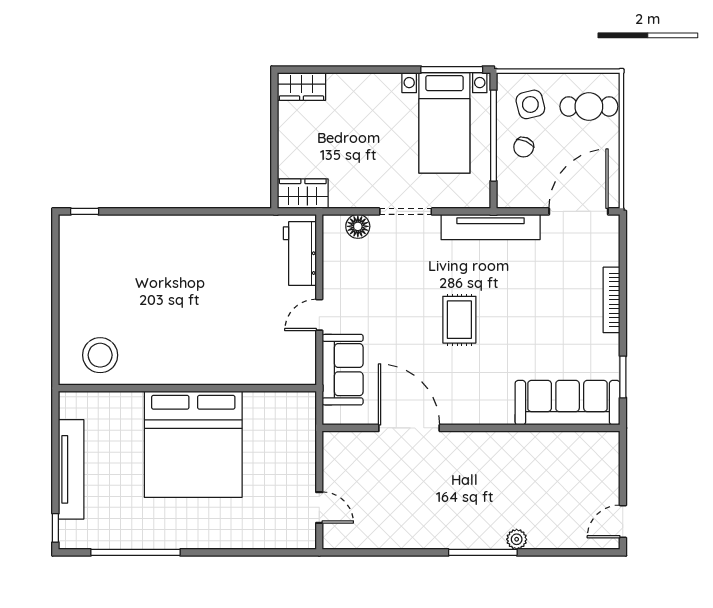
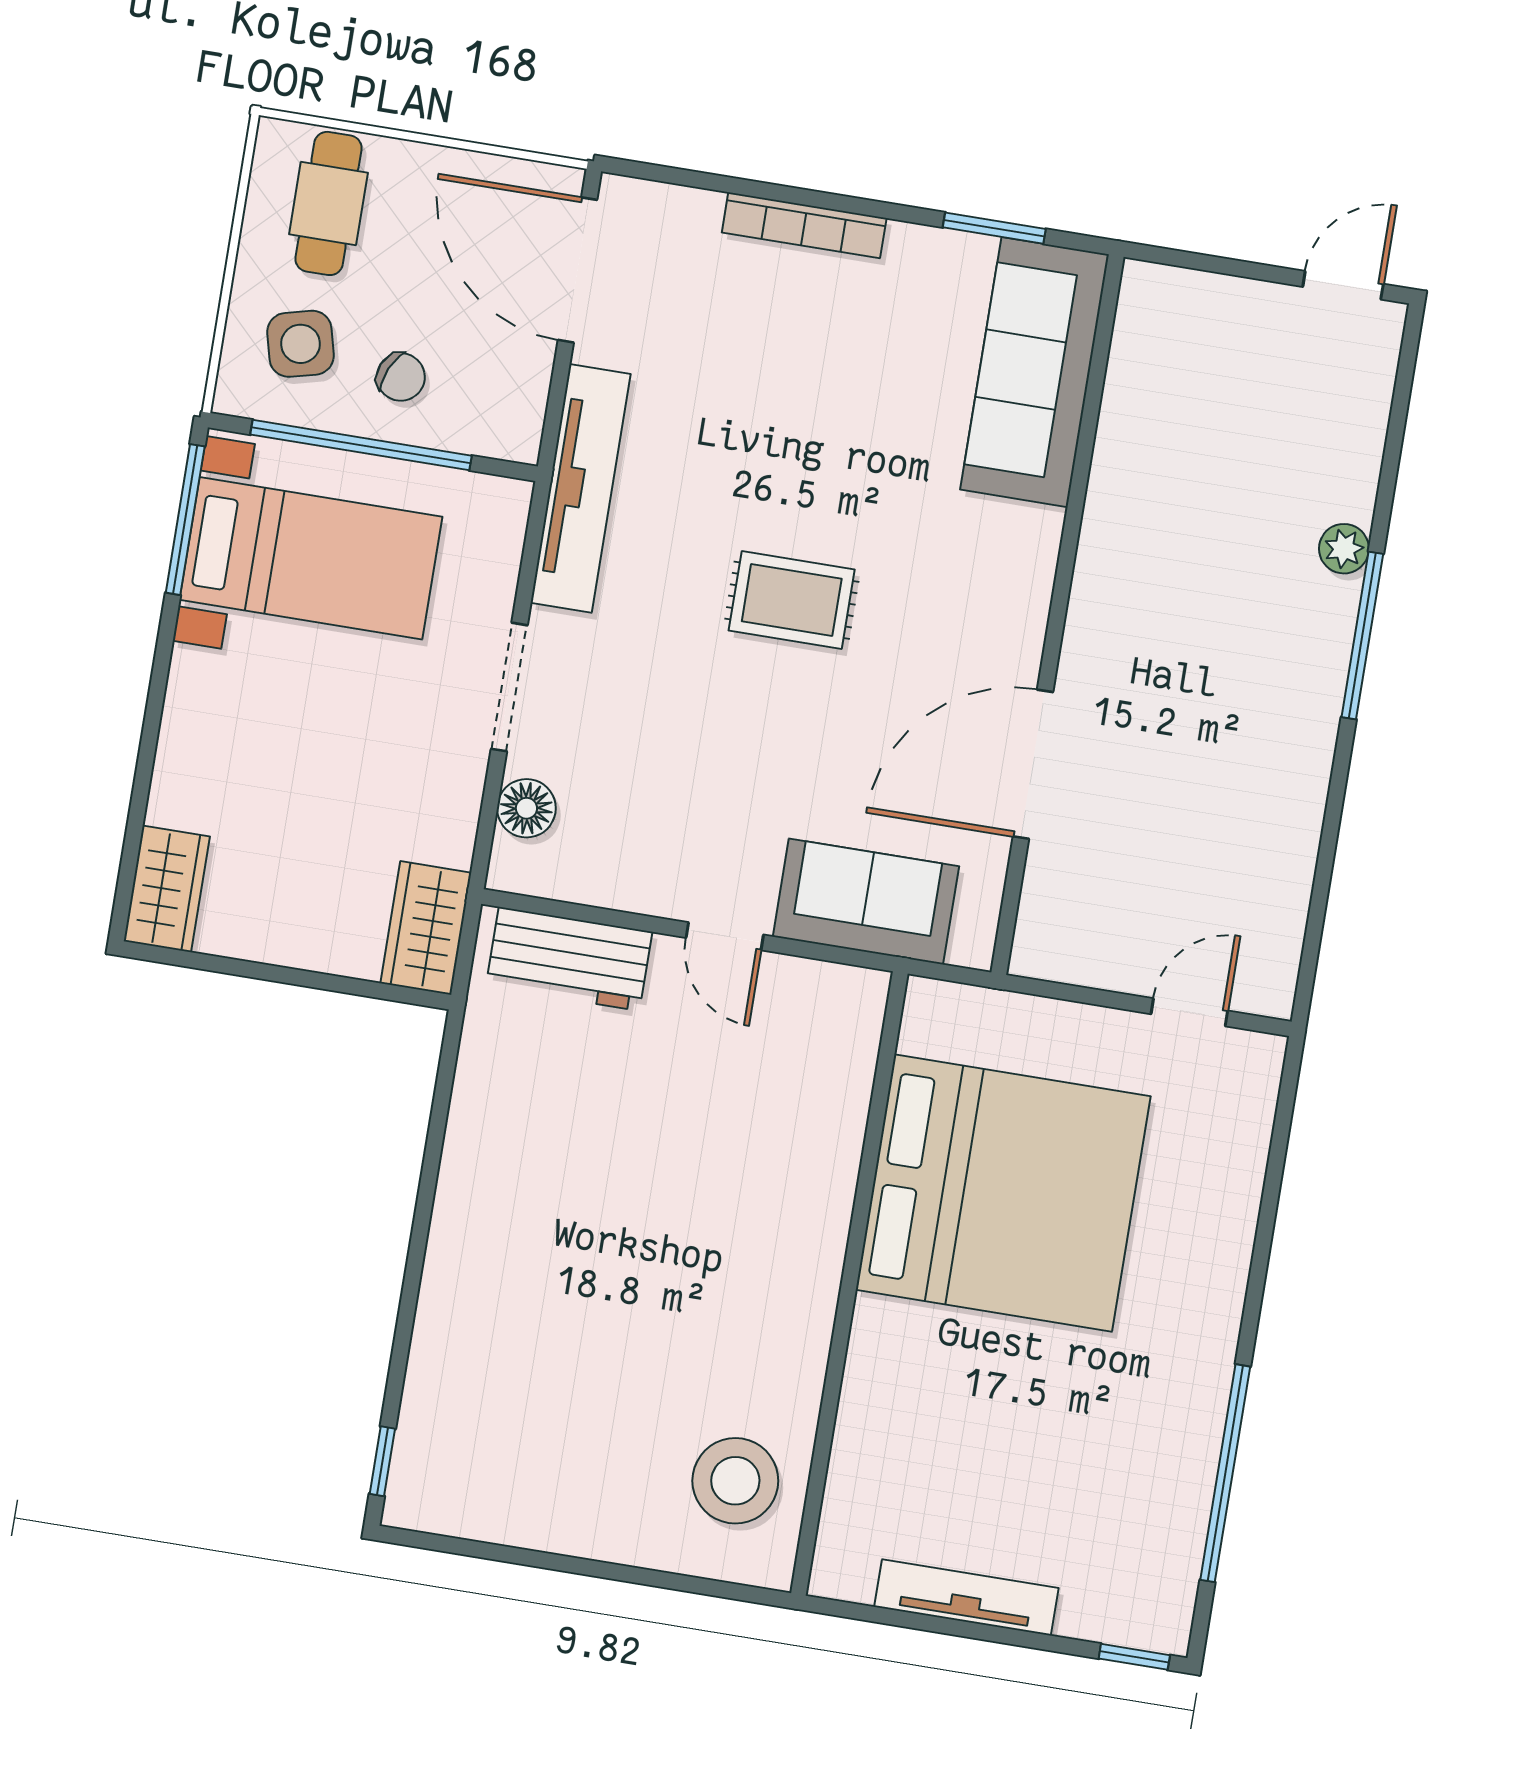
bed: (193, 444) -> (1003, 1193), moved
tv unit: (71, 469) -> (966, 1597), width x0.73, depth x0.78
door: (623, 521) -> (1343, 285), swing flipped

